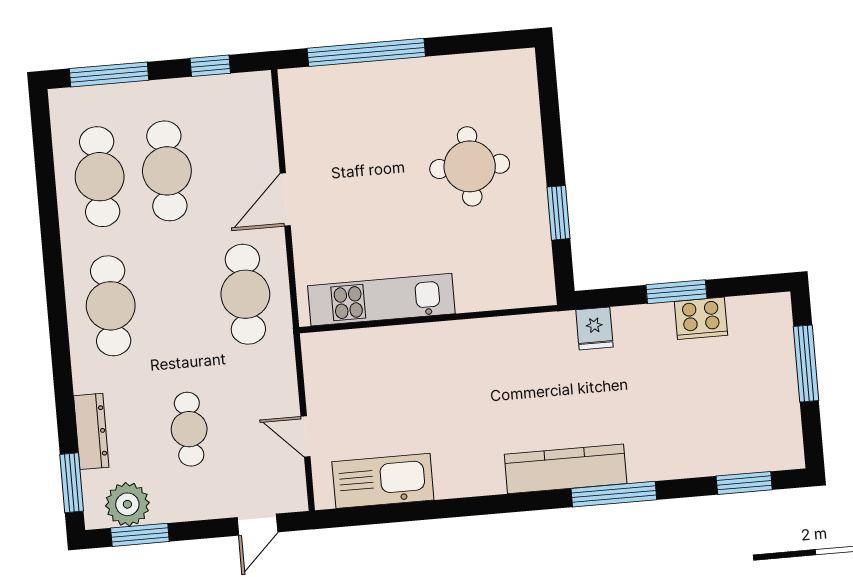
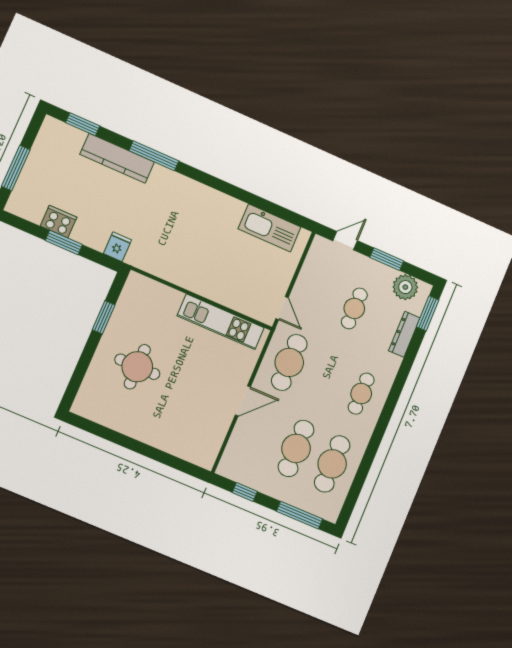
window: (366, 52) -> (159, 456), removed
cafe table: (111, 306) -> (361, 394), width x0.73, depth x0.74
door: (305, 437) -> (282, 308), moved
kitchen counter: (566, 469) -> (117, 158), moved
window: (140, 535) -> (387, 259), moved

